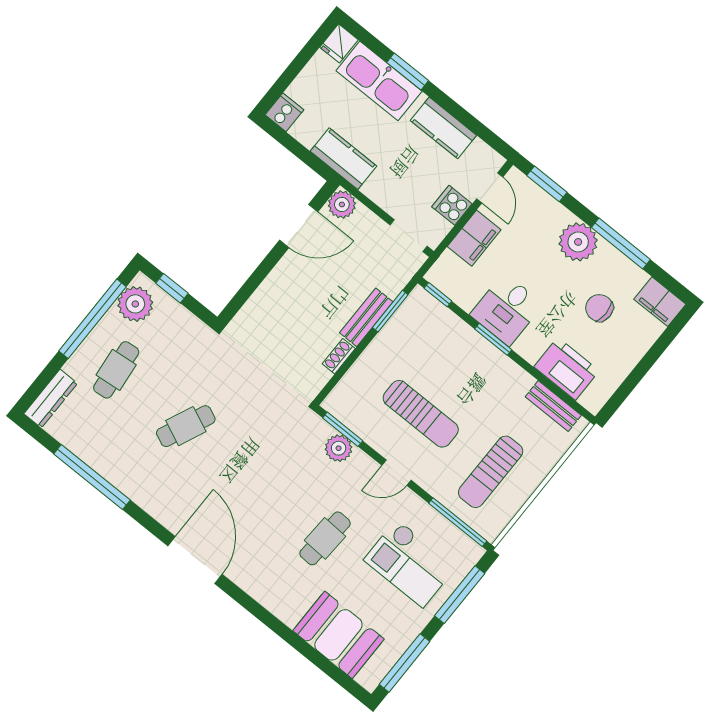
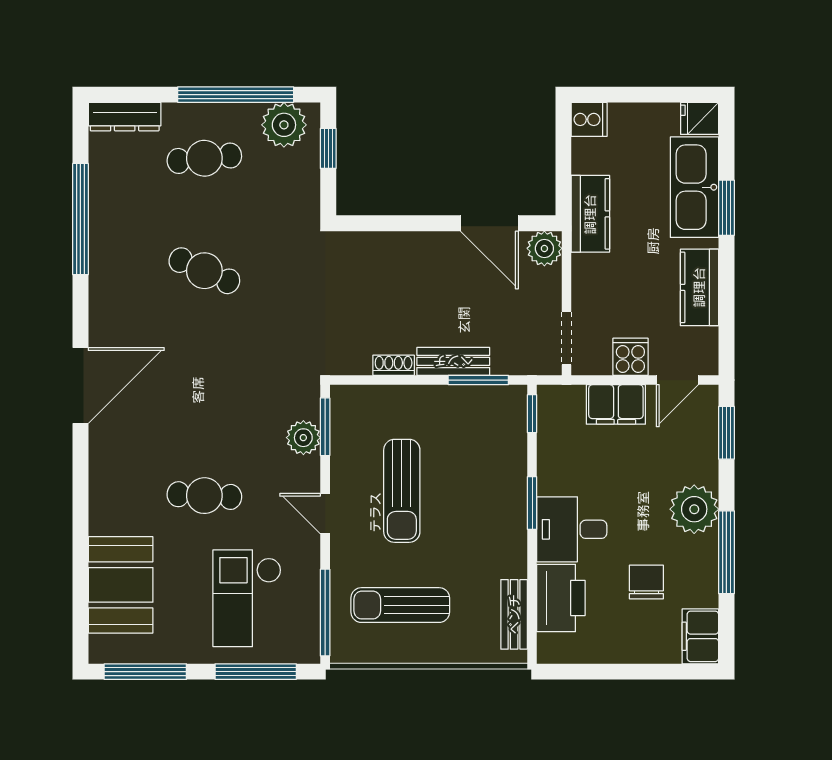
desk: (507, 309) -> (572, 529), moved

